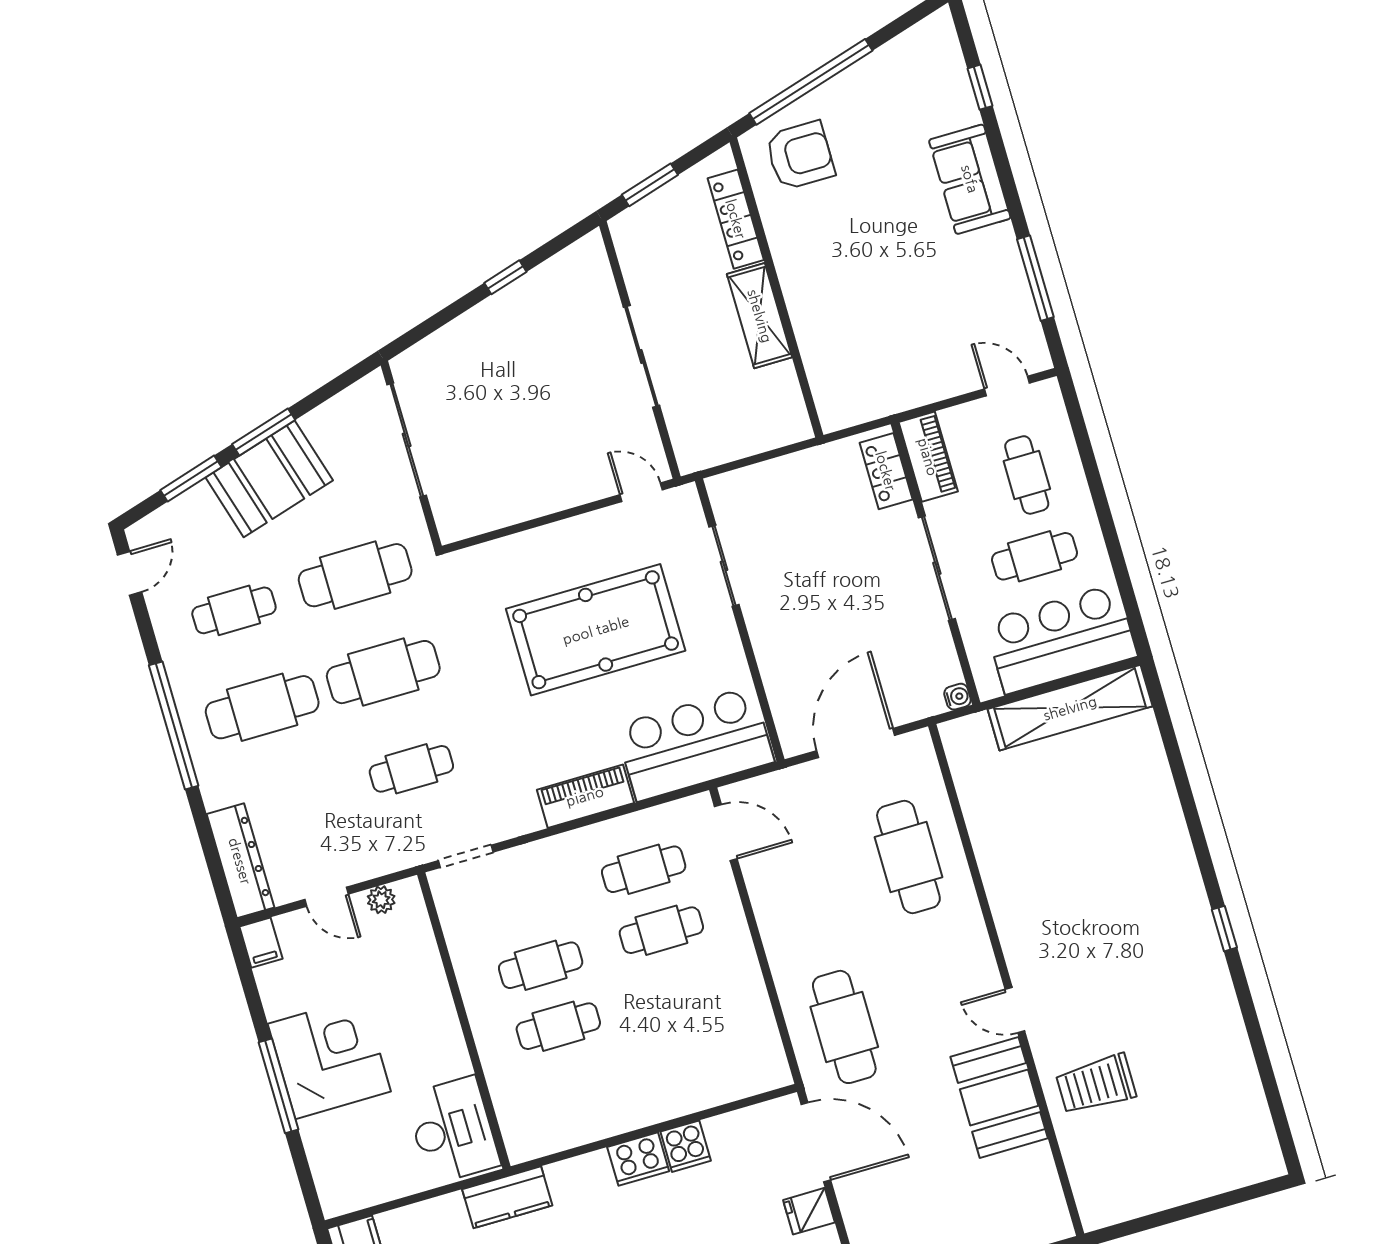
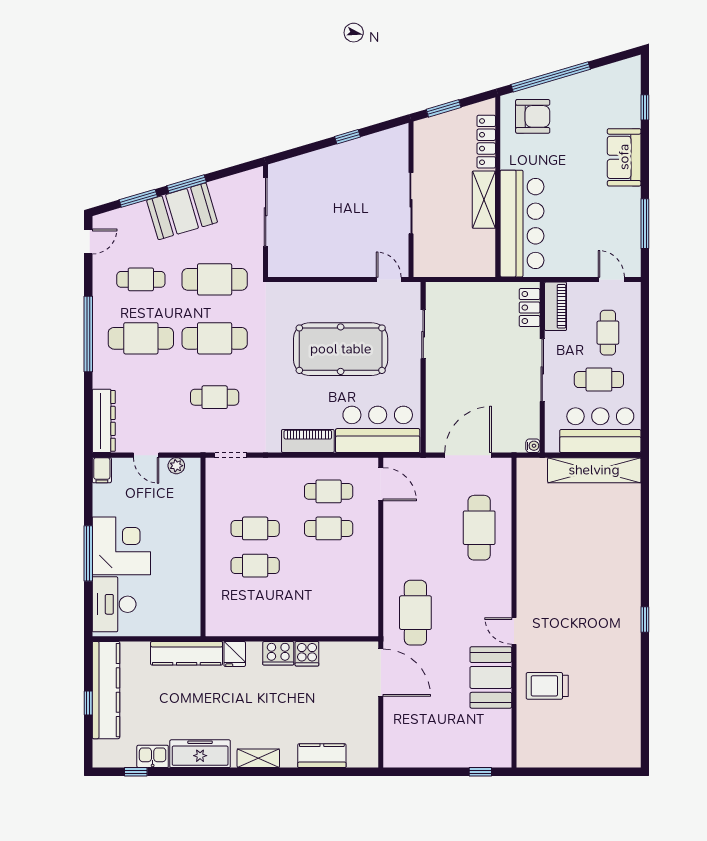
bar counter: (834, 337) -> (522, 224), added
desk: (453, 1130) -> (114, 604), moved, turned 180
kitchen counter: (507, 1197) -> (187, 653), width x1.50
fridge: (809, 1211) -> (235, 654), moved, turned -90

